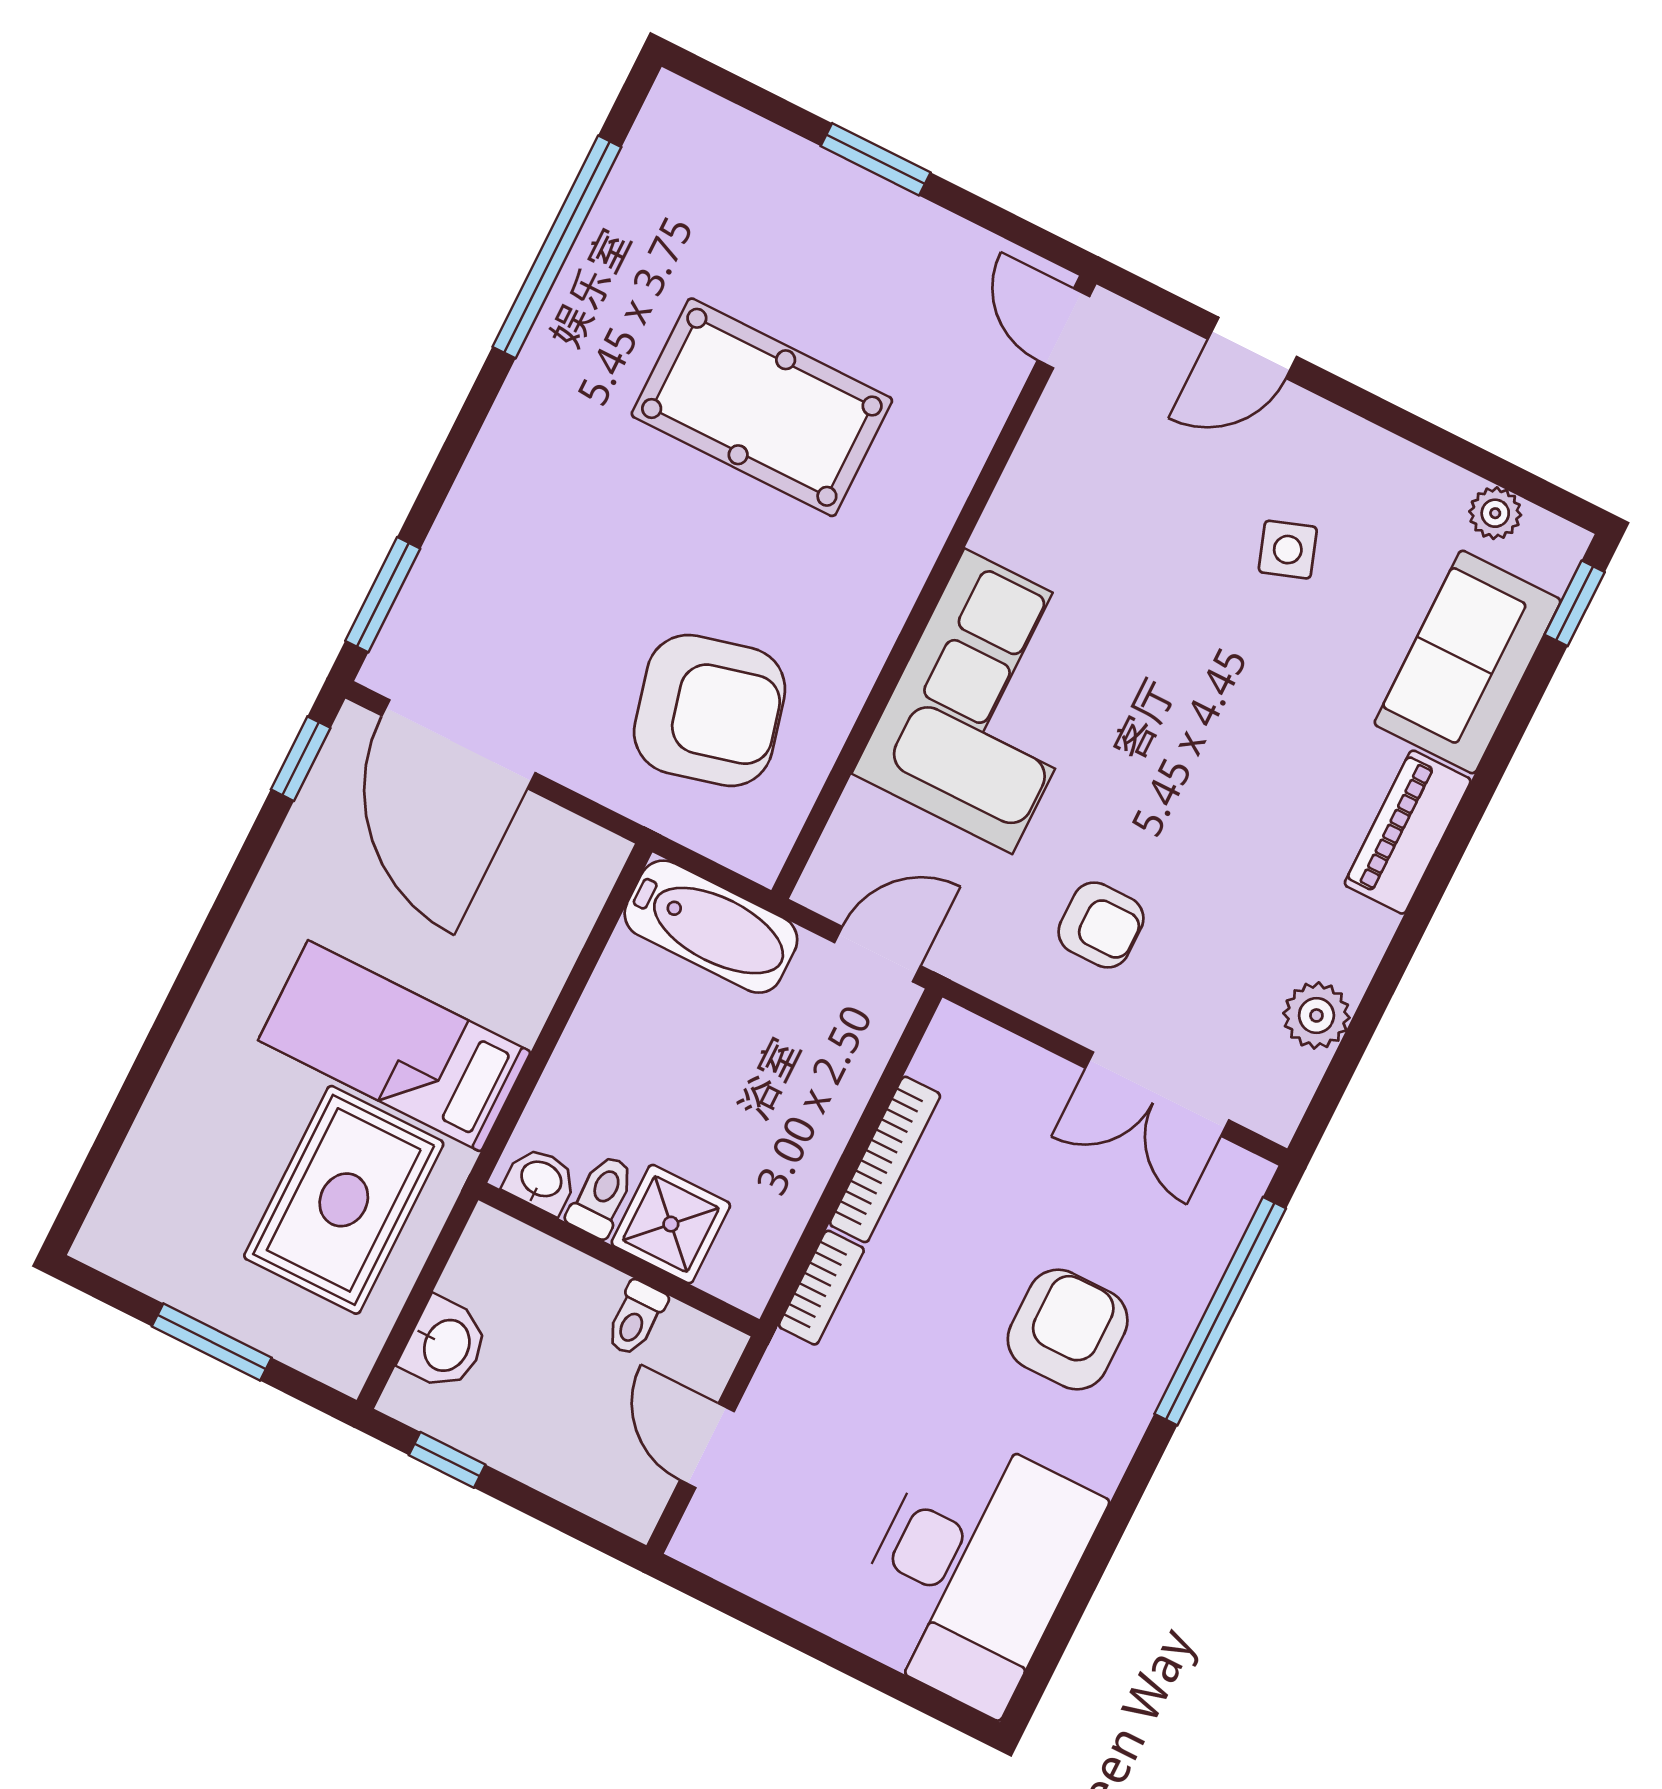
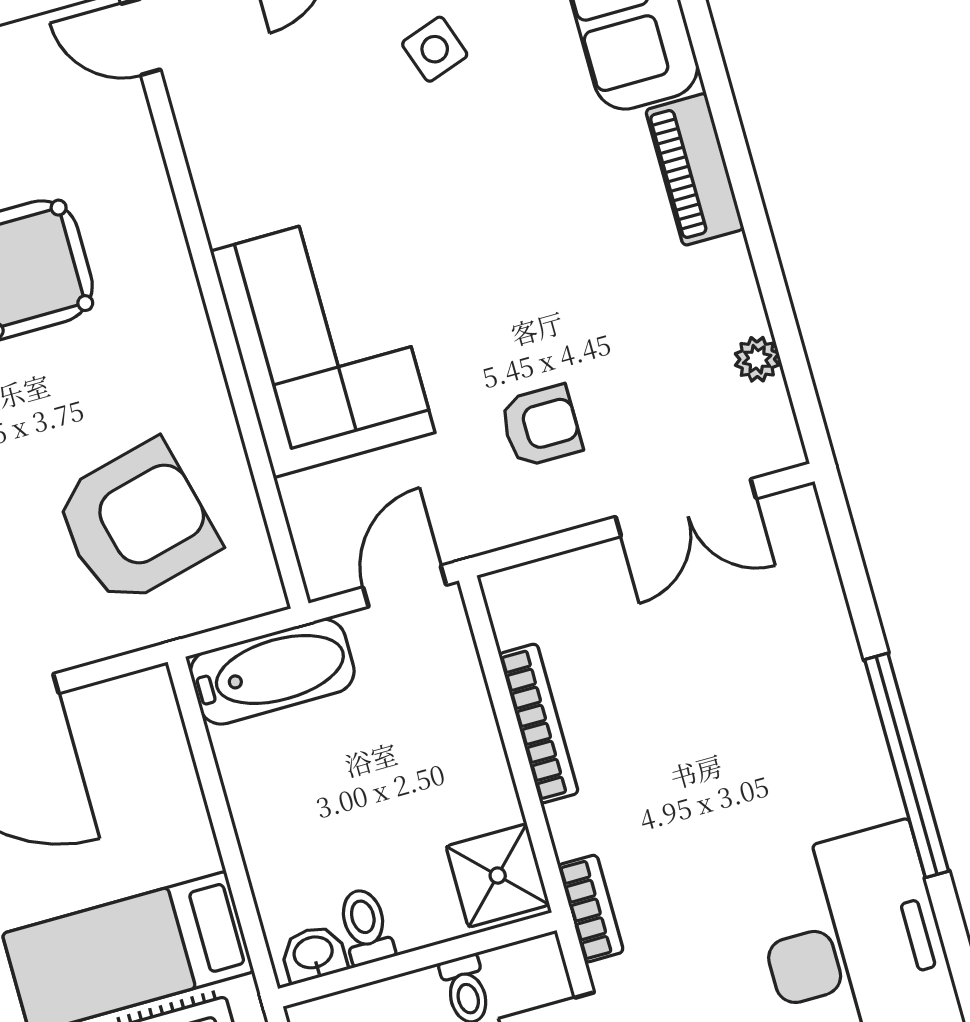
plant: (1316, 1015) -> (757, 359), width x0.73, depth x0.73
shower: (671, 1224) -> (498, 875), moved
bookcase: (821, 1288) -> (591, 909), moved
window: (1220, 1311) -> (907, 765), moved
armchair: (1068, 1330) -> (771, 727), removed

